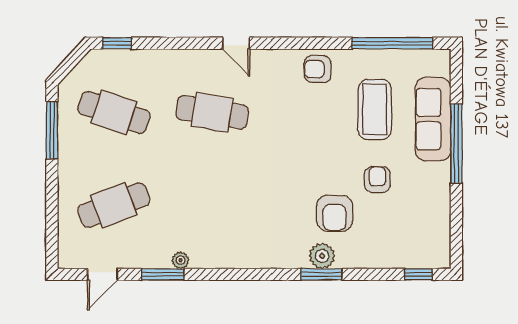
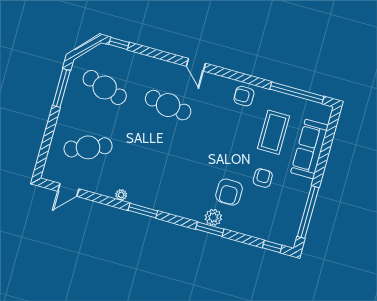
window: (456, 143) -> (308, 212), moved
window: (163, 274) -> (143, 211), moved

